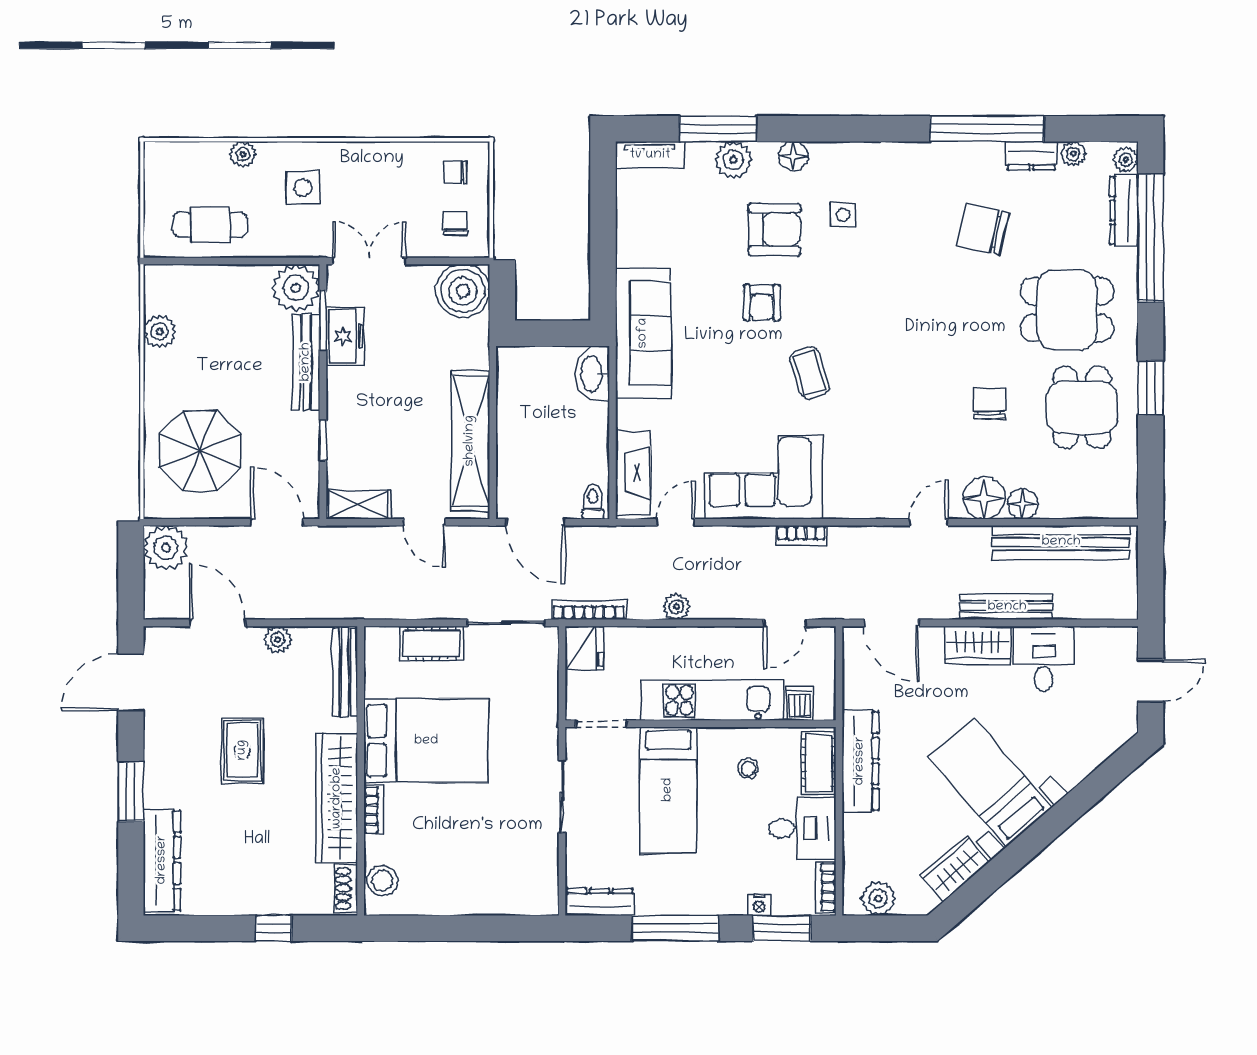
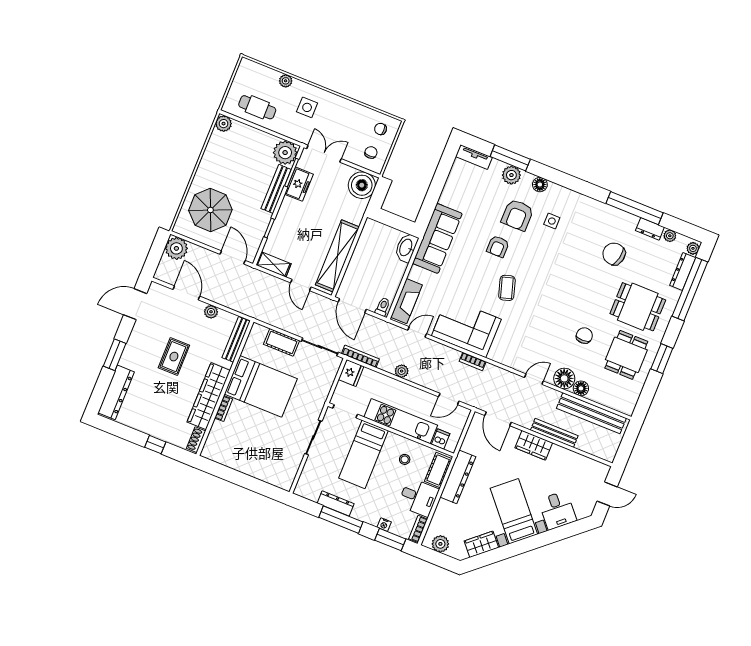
armchair: (774, 230) -> (517, 215), turned 90
plant: (160, 332) -> (224, 124), moved
desk: (1044, 659) -> (557, 510), moved, turned 139
stool: (382, 881) -> (214, 443), removed
dresser: (600, 902) -> (336, 503), moved

